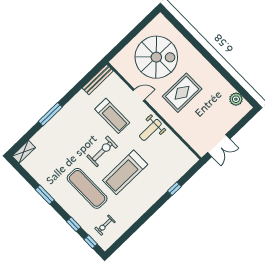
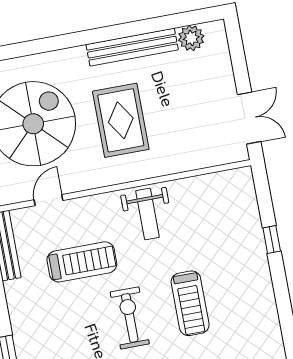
bench: (216, 77) -> (132, 47), added
door: (139, 95) -> (48, 200), moved
treadmill: (125, 172) -> (190, 303), width x0.73, depth x0.73

